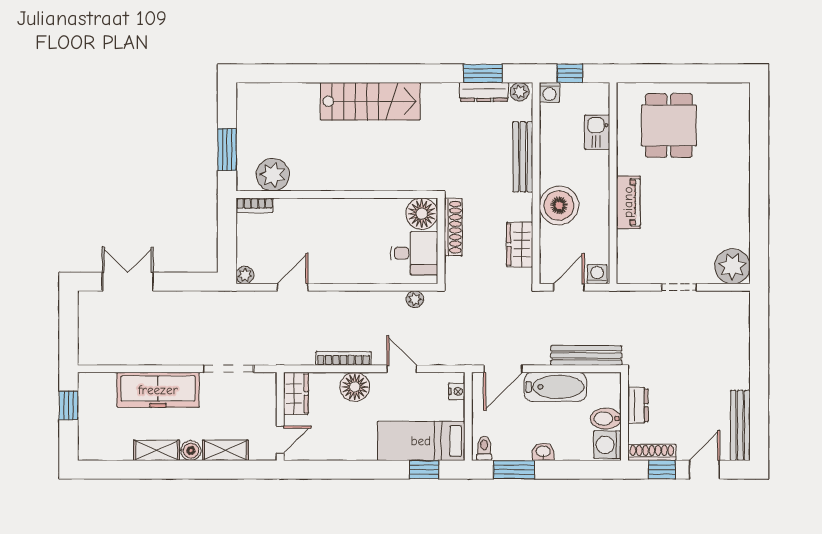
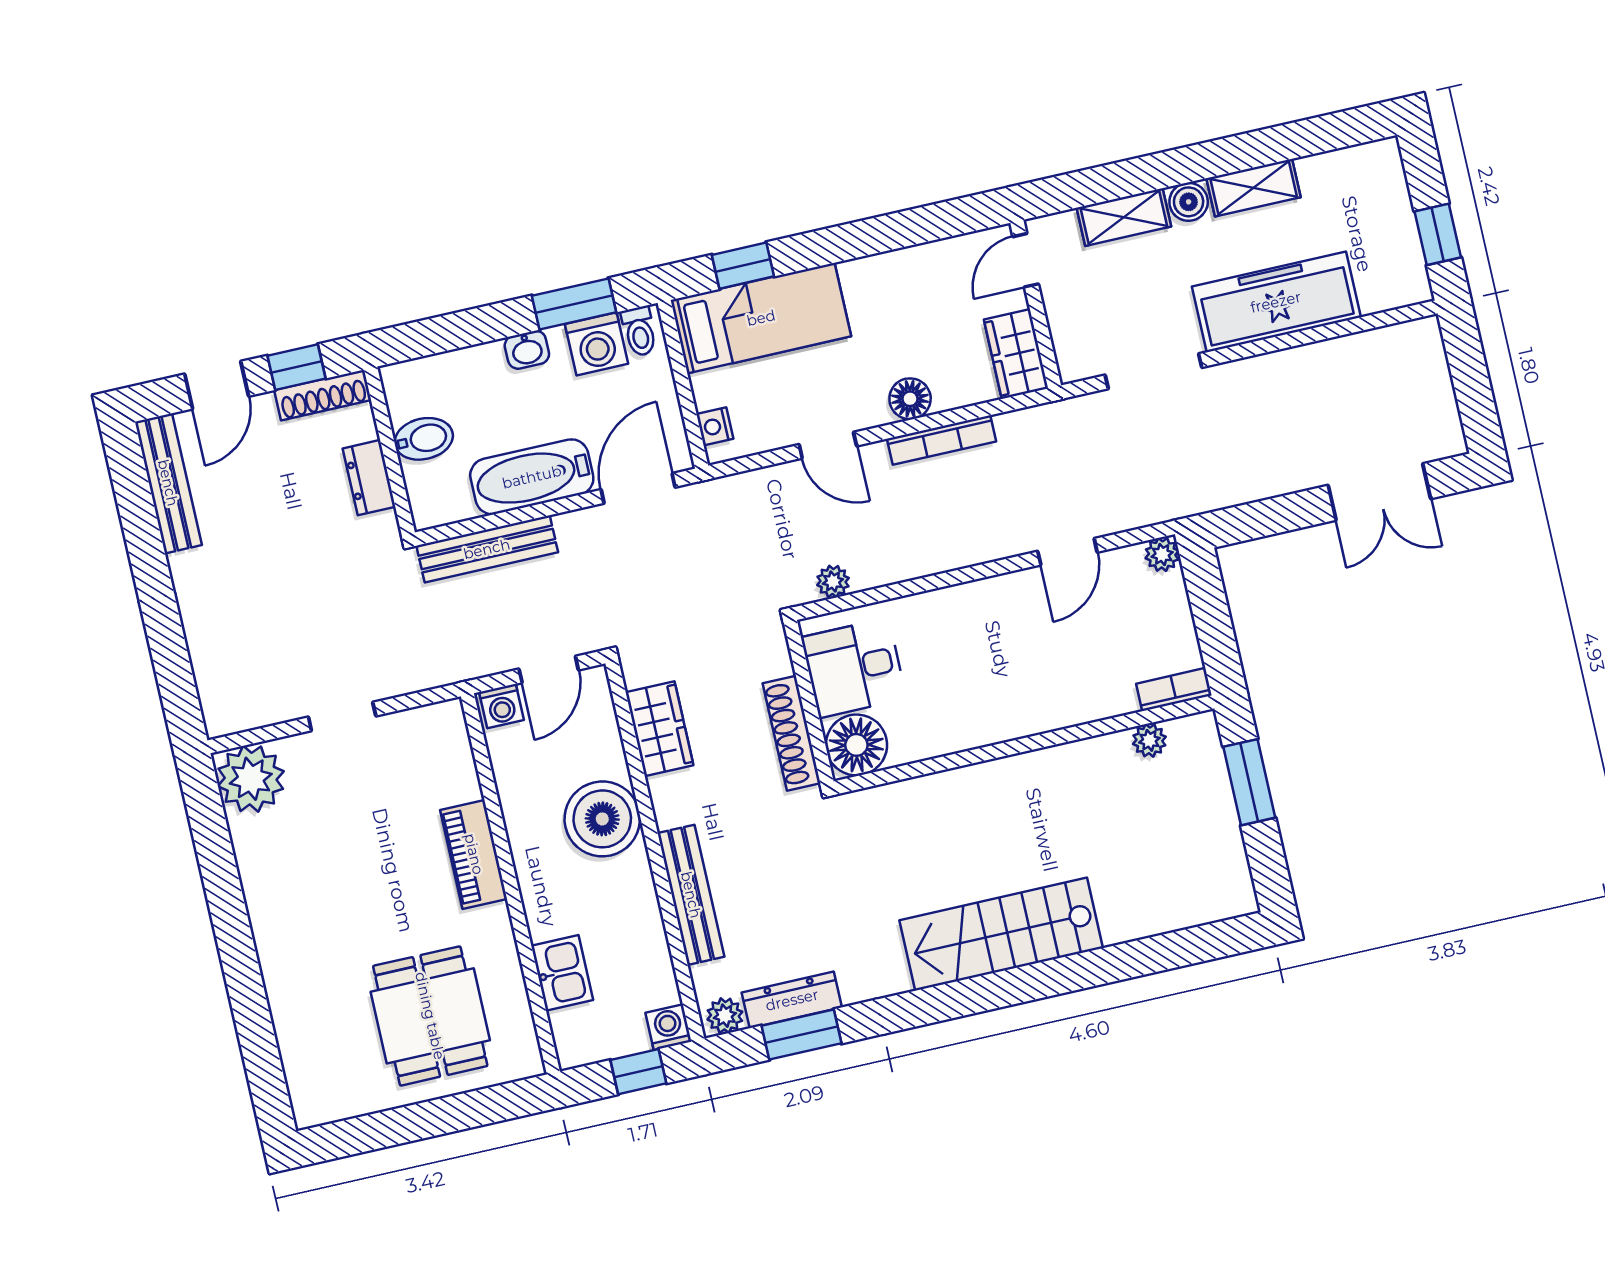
plant: (273, 175) -> (1149, 740), width x0.53, depth x0.53
floor lamp: (355, 387) -> (910, 399), width x0.73, depth x0.73
washing machine: (607, 445) -> (597, 344), moved, turned 90

